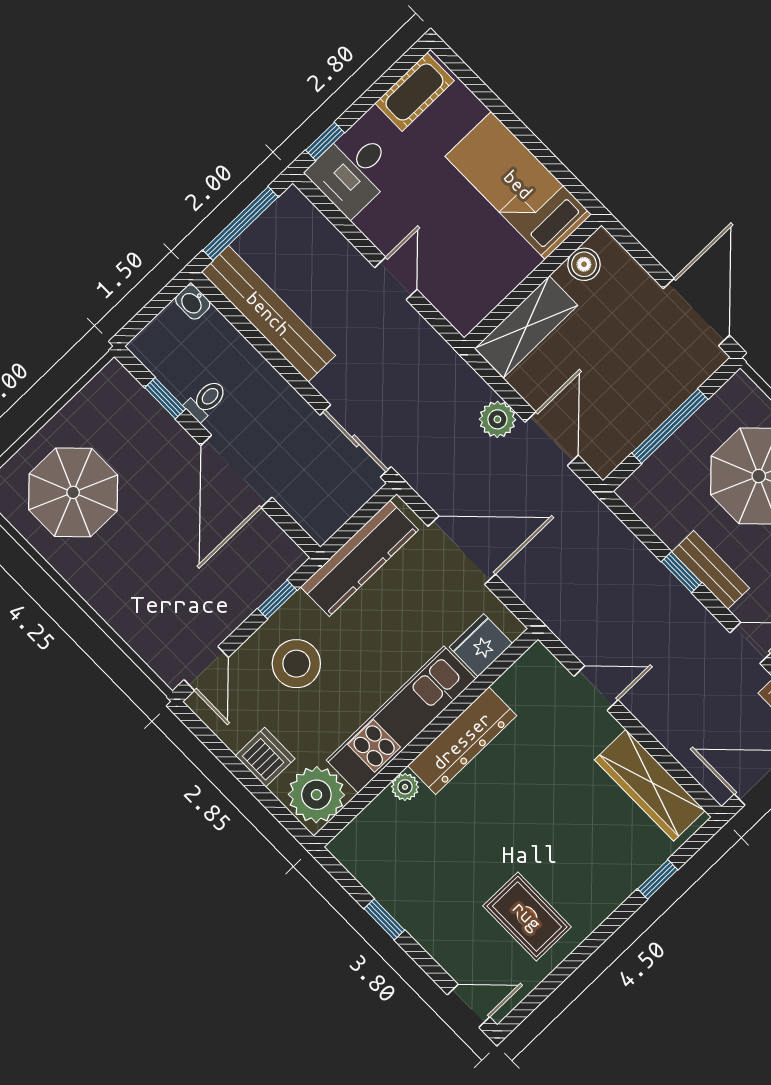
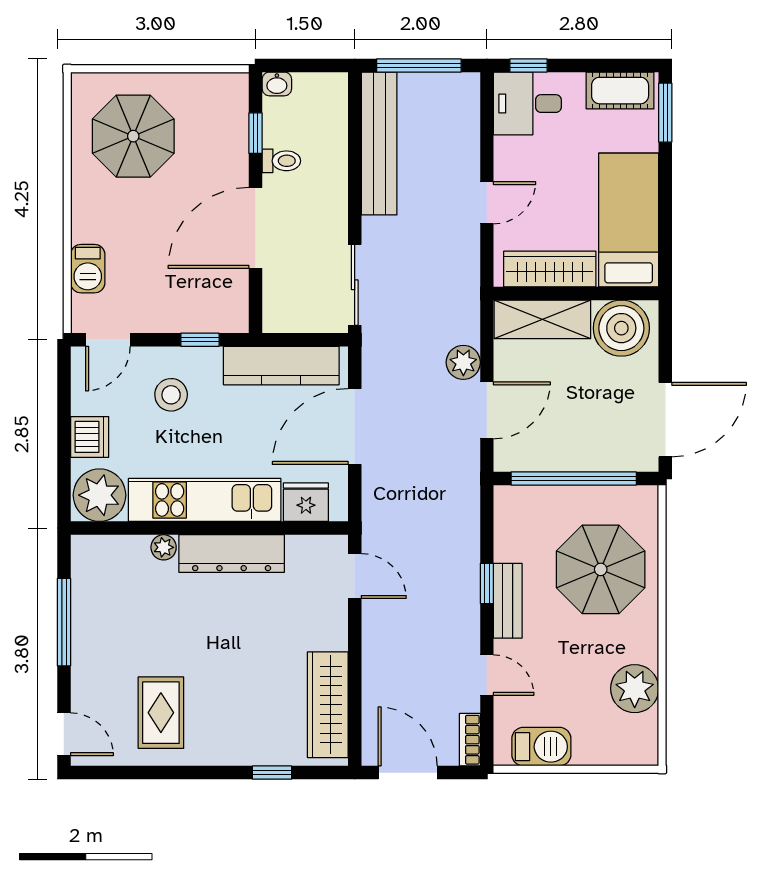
window: (466, 75) -> (665, 113), added
boiler: (584, 264) -> (621, 328), width x1.86, depth x1.86
wardrobe: (494, 282) -> (550, 269), added
washbasin: (193, 302) -> (277, 84), moved, turned -90
window: (670, 426) -> (574, 478), width x1.46
door: (462, 550) -> (355, 426), swing flipped
barbecue: (137, 629) -> (88, 269), added
stool: (296, 664) -> (171, 395), width x0.73, depth x0.73
door: (596, 688) -> (355, 576), moved
window: (384, 919) -> (64, 622), width x2.17

